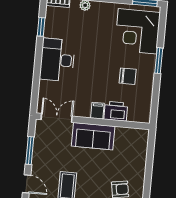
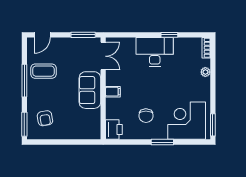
window: (41, 27) -> (169, 35), moved
printer: (116, 111) -> (114, 129), moved
window: (30, 150) -> (83, 35), moved

